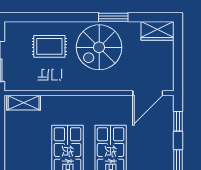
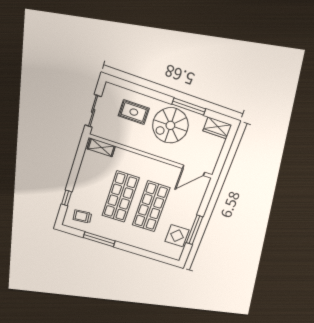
window: (113, 17) -> (189, 107), width x1.44
window: (178, 121) -> (207, 197), removed

